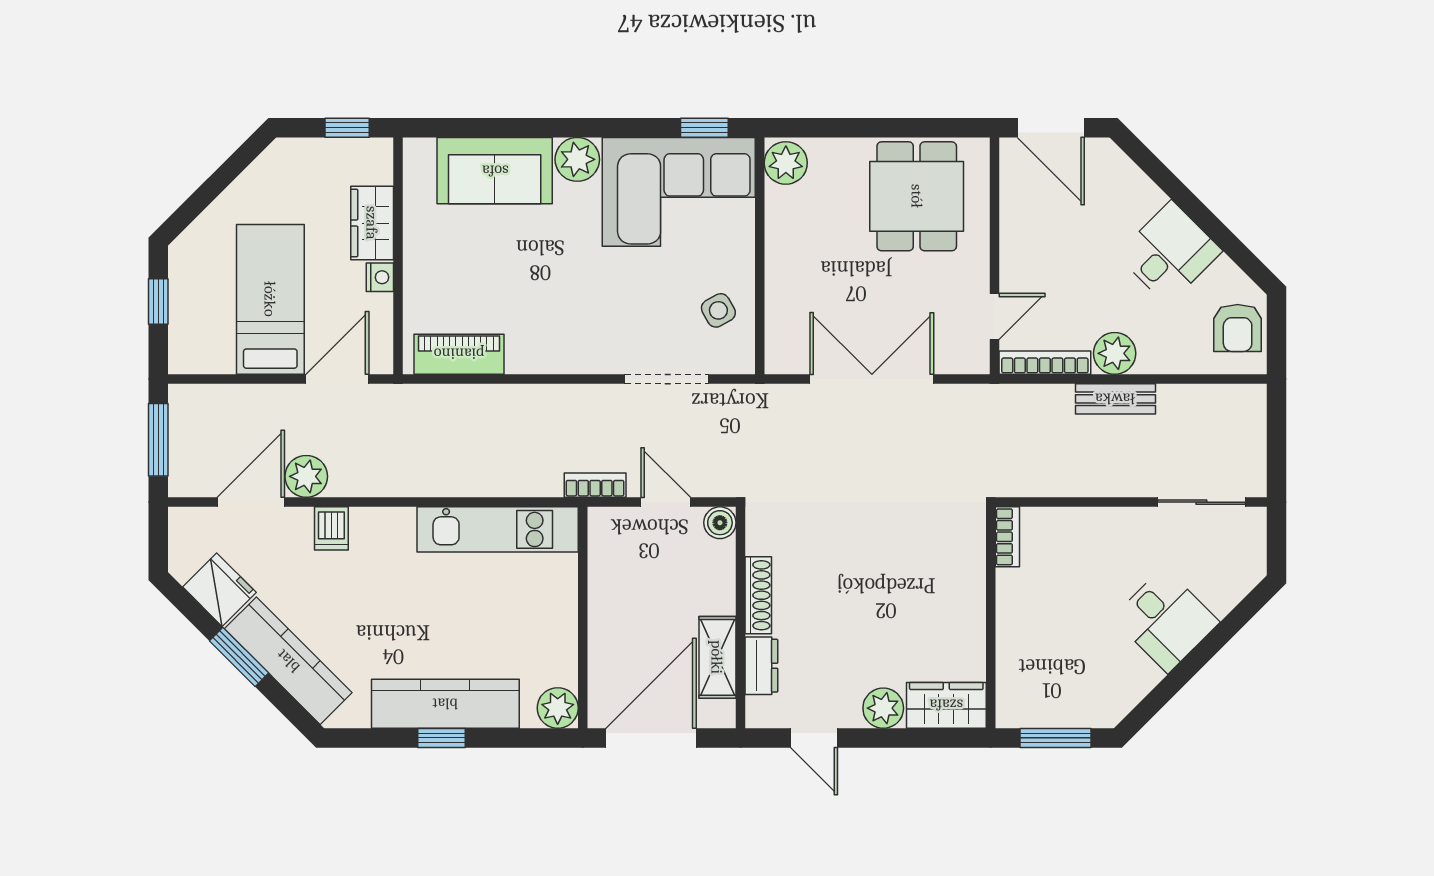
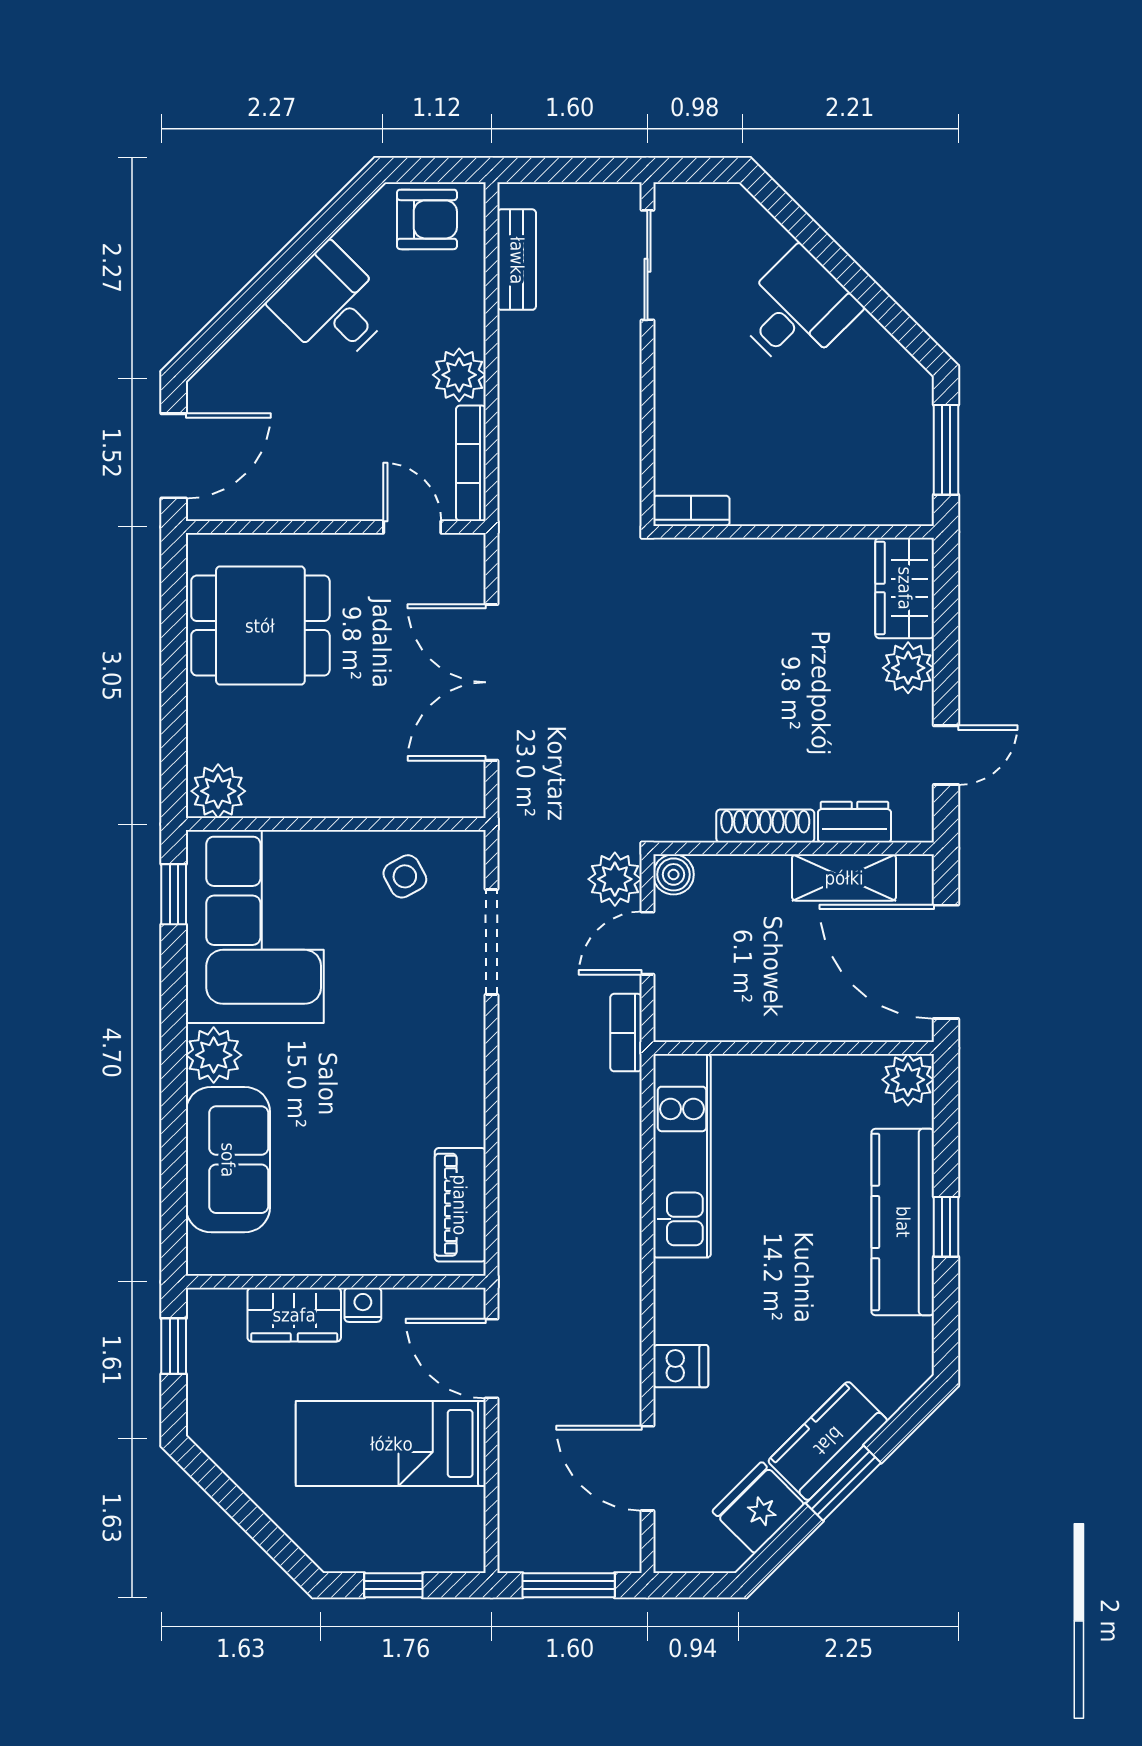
bench: (1115, 399) -> (517, 260), moved
plant: (306, 476) -> (615, 879), moved
kitchen counter: (288, 661) -> (828, 1441), width x0.67

